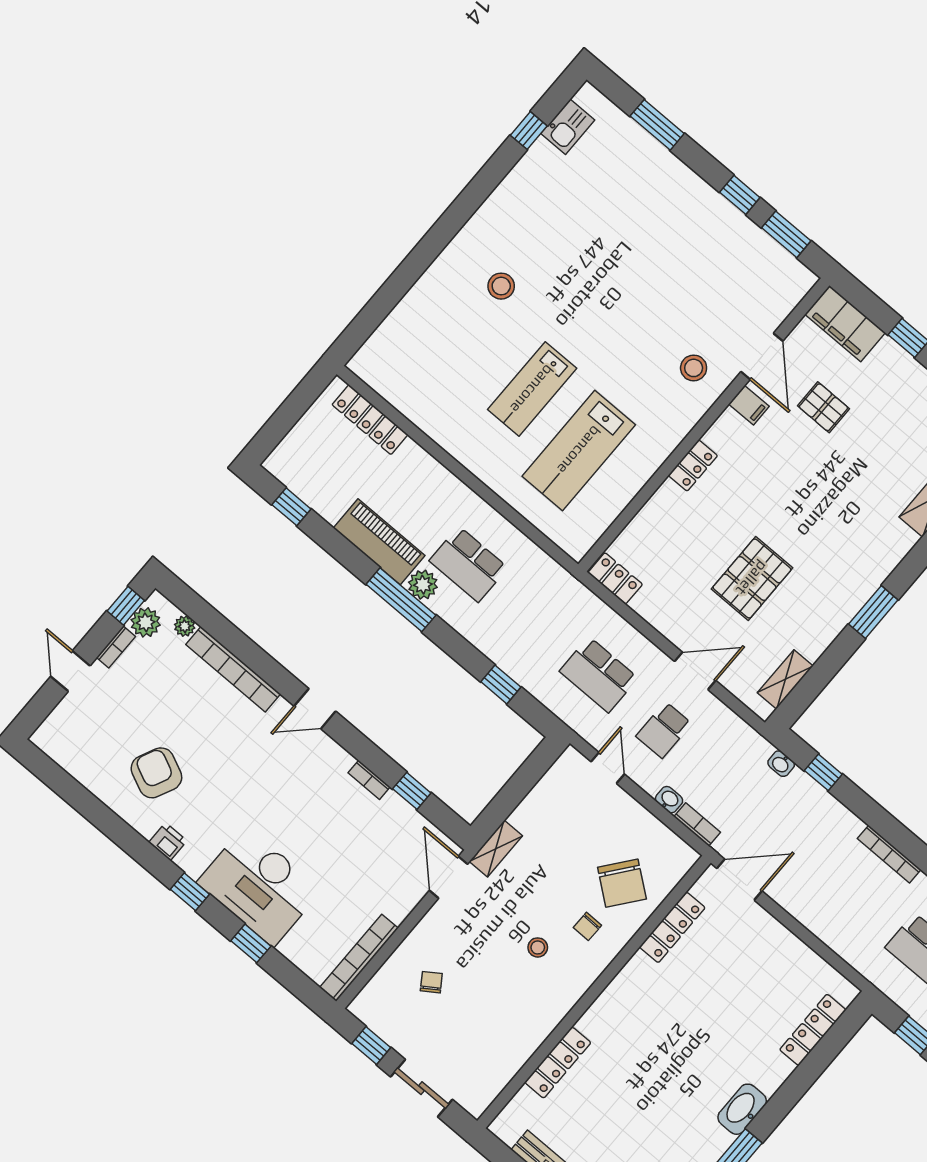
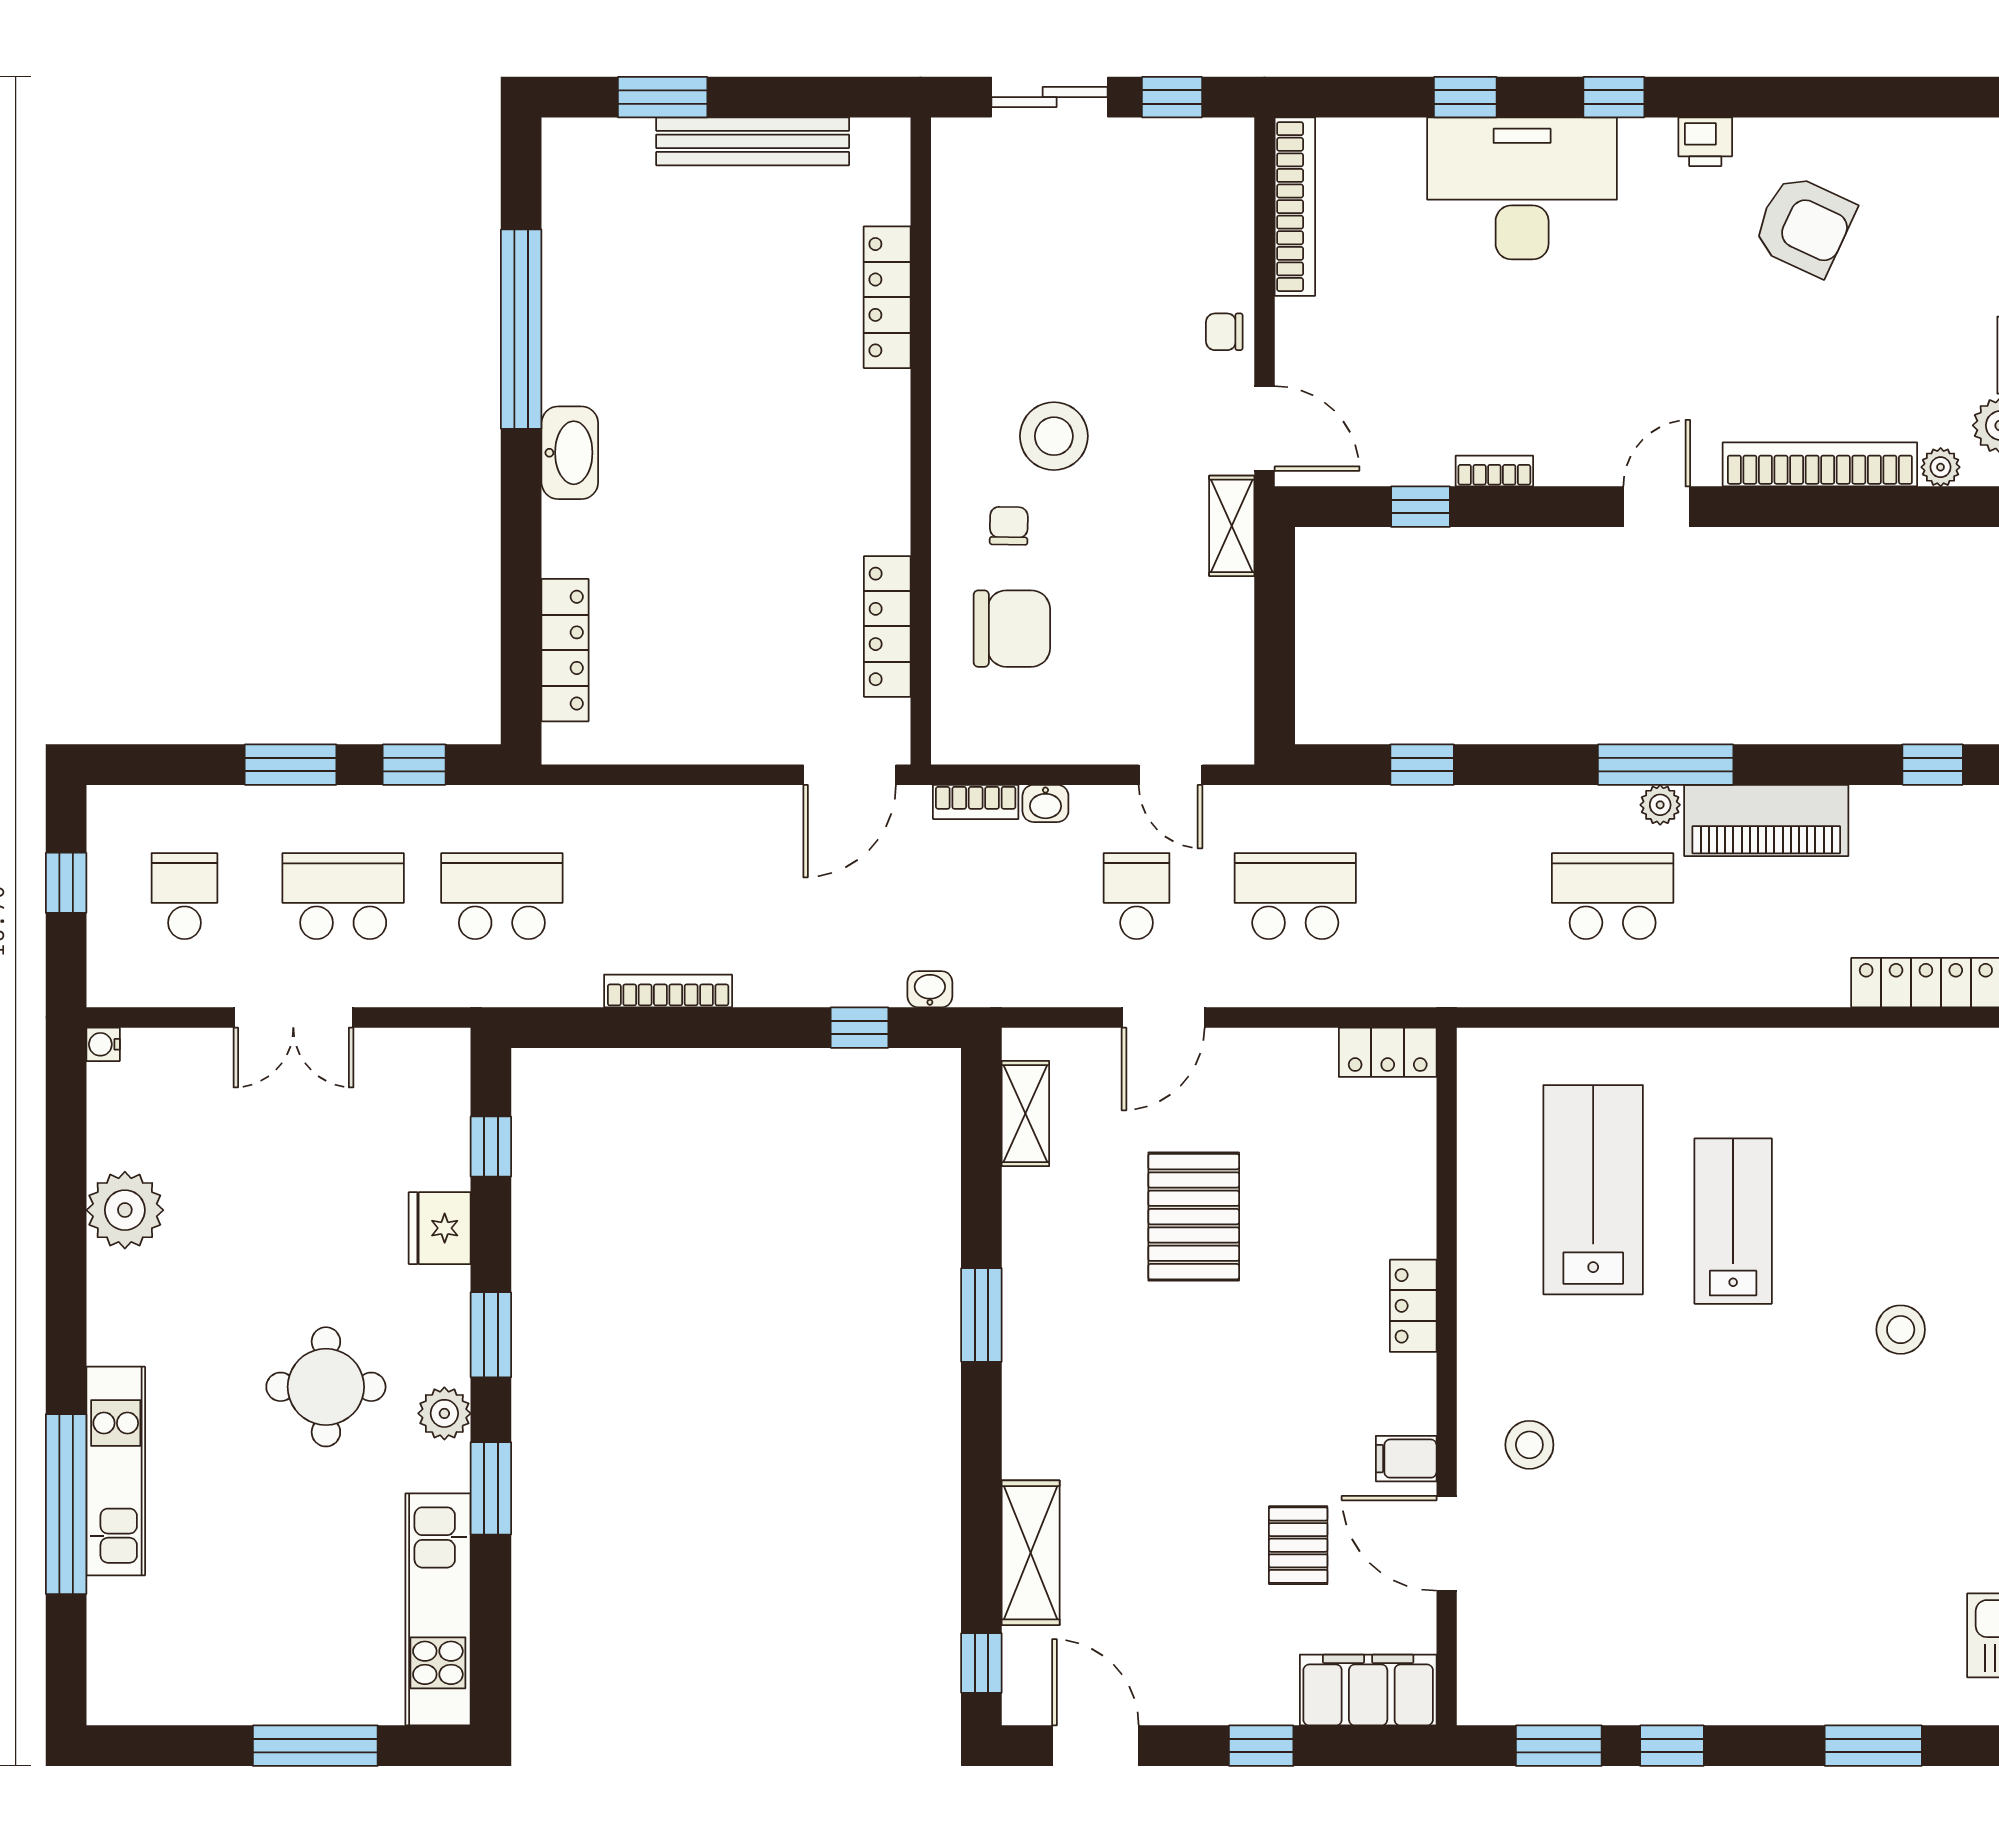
pallet: (823, 407) -> (1298, 1545), turned 90
plant: (423, 585) -> (1660, 805), width x0.73, depth x0.73
chair: (622, 883) -> (1012, 629), turned 142
stool: (538, 947) -> (1054, 436), width x1.89, depth x1.89
chair: (431, 982) -> (1224, 332), moved, turned 124

